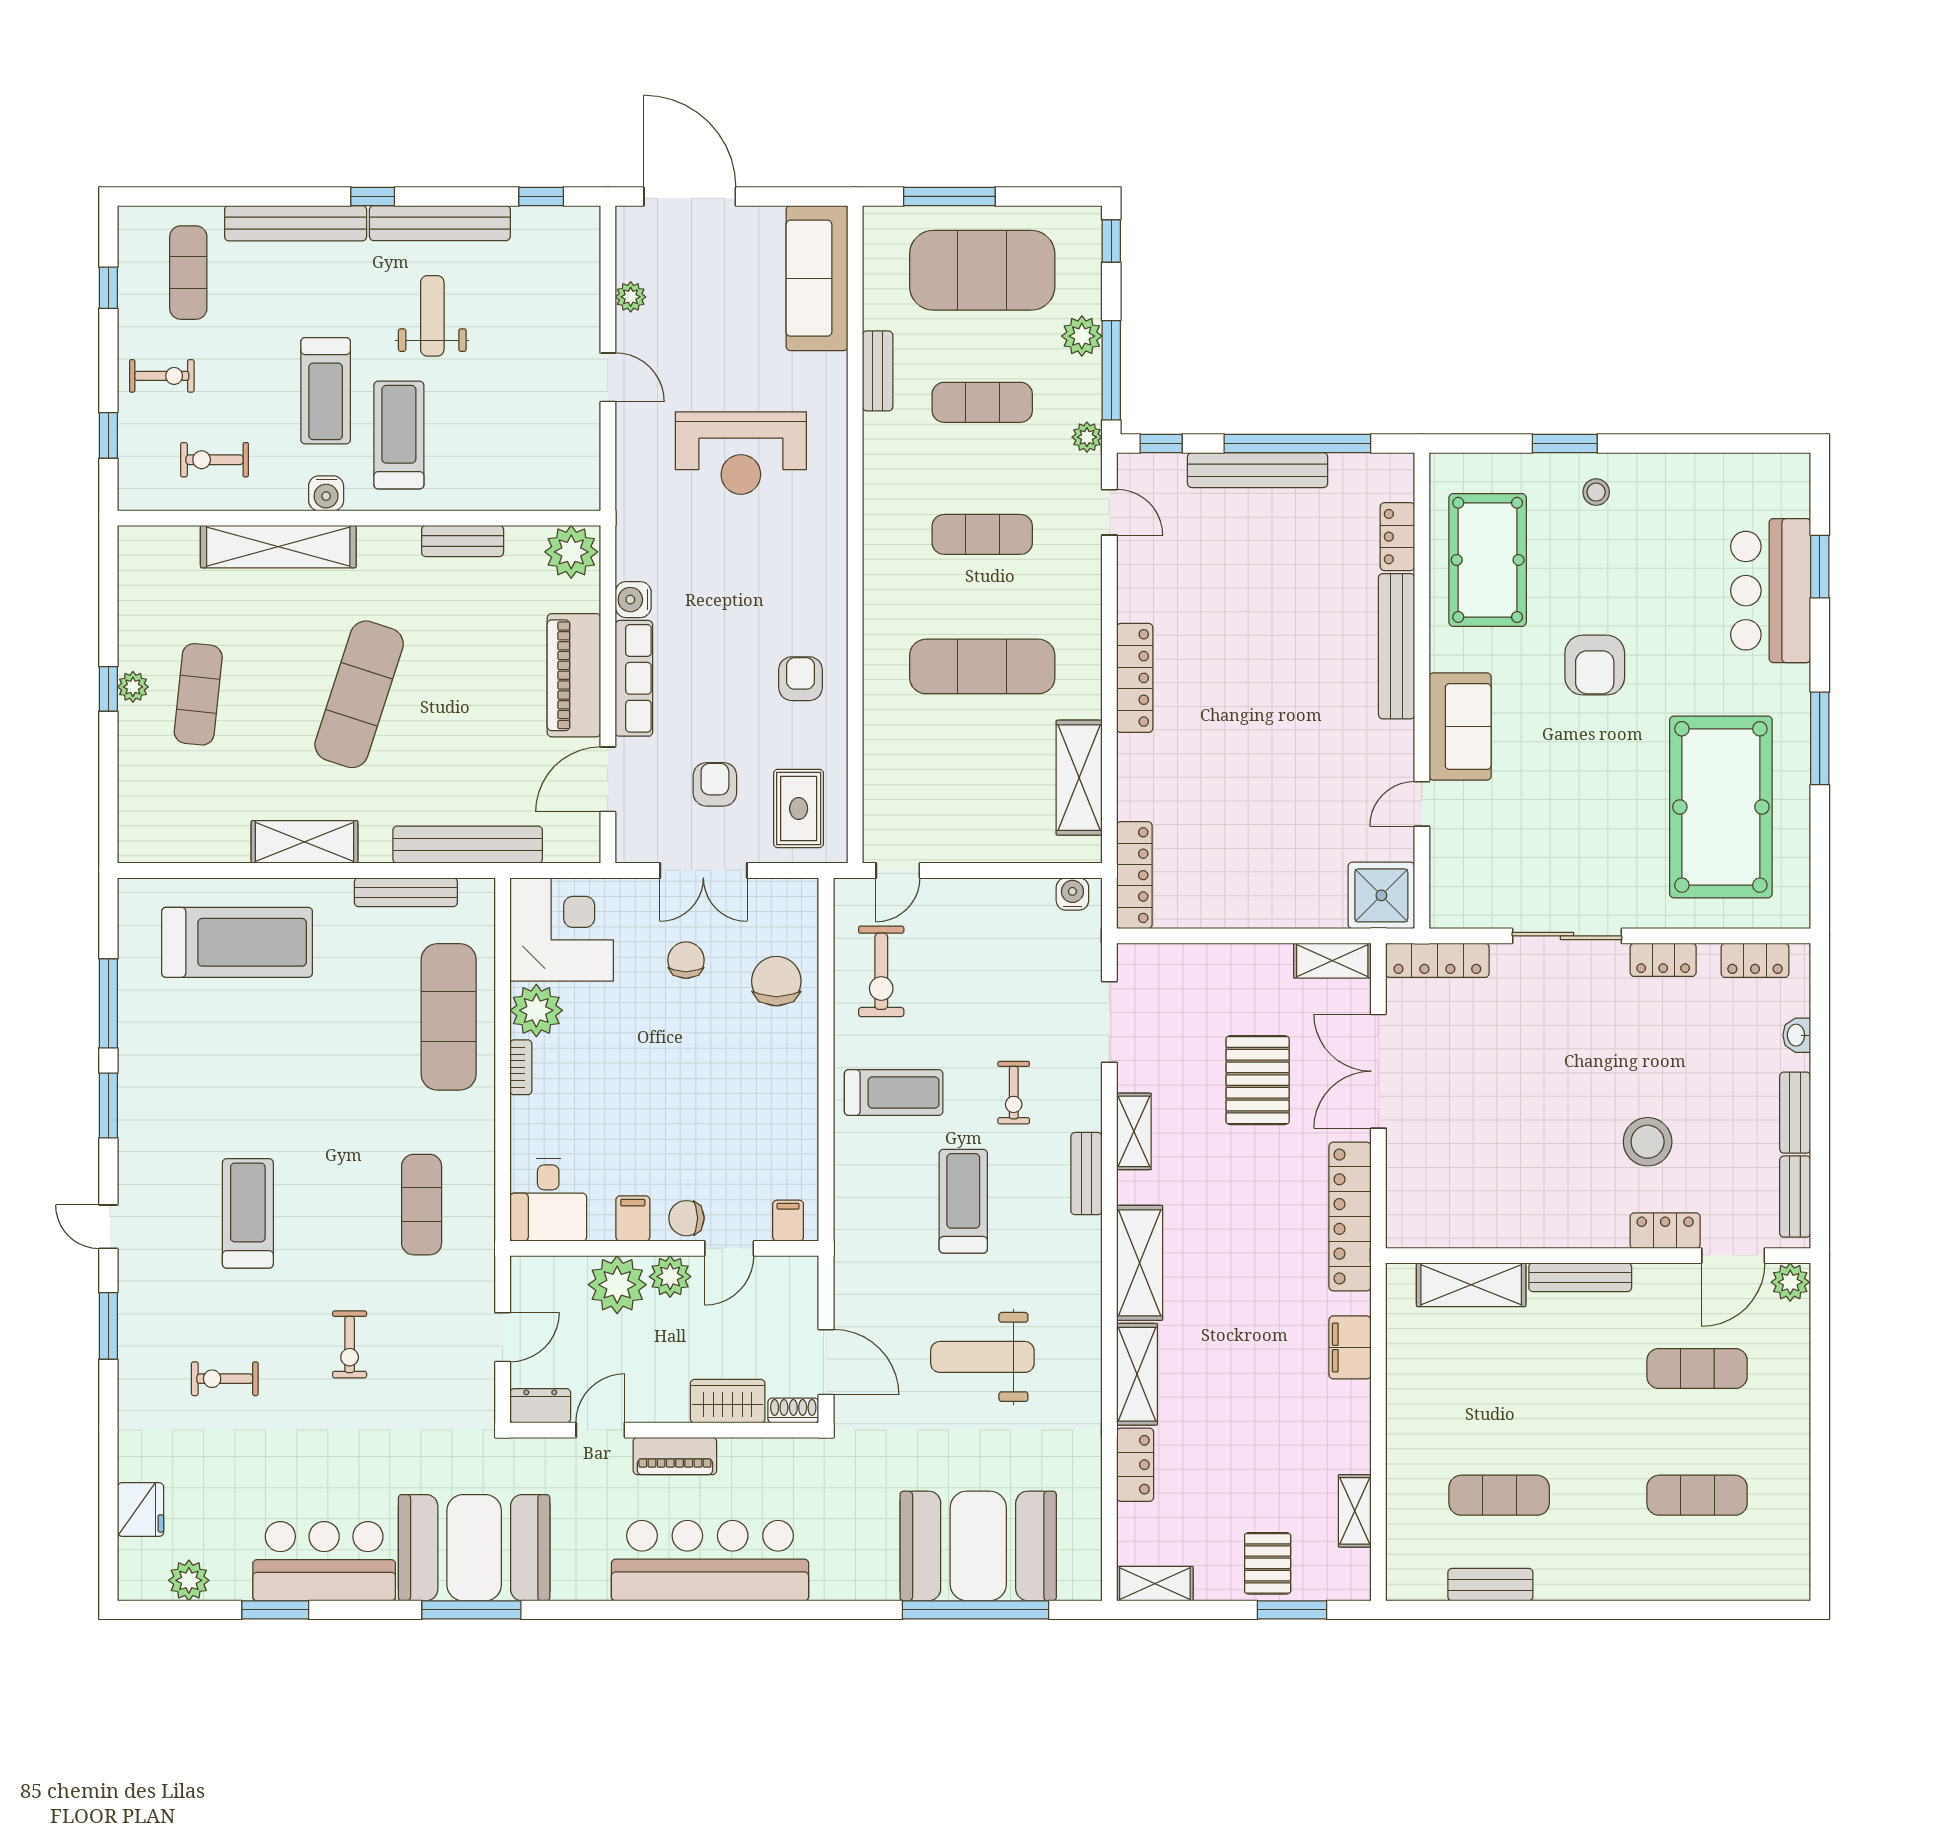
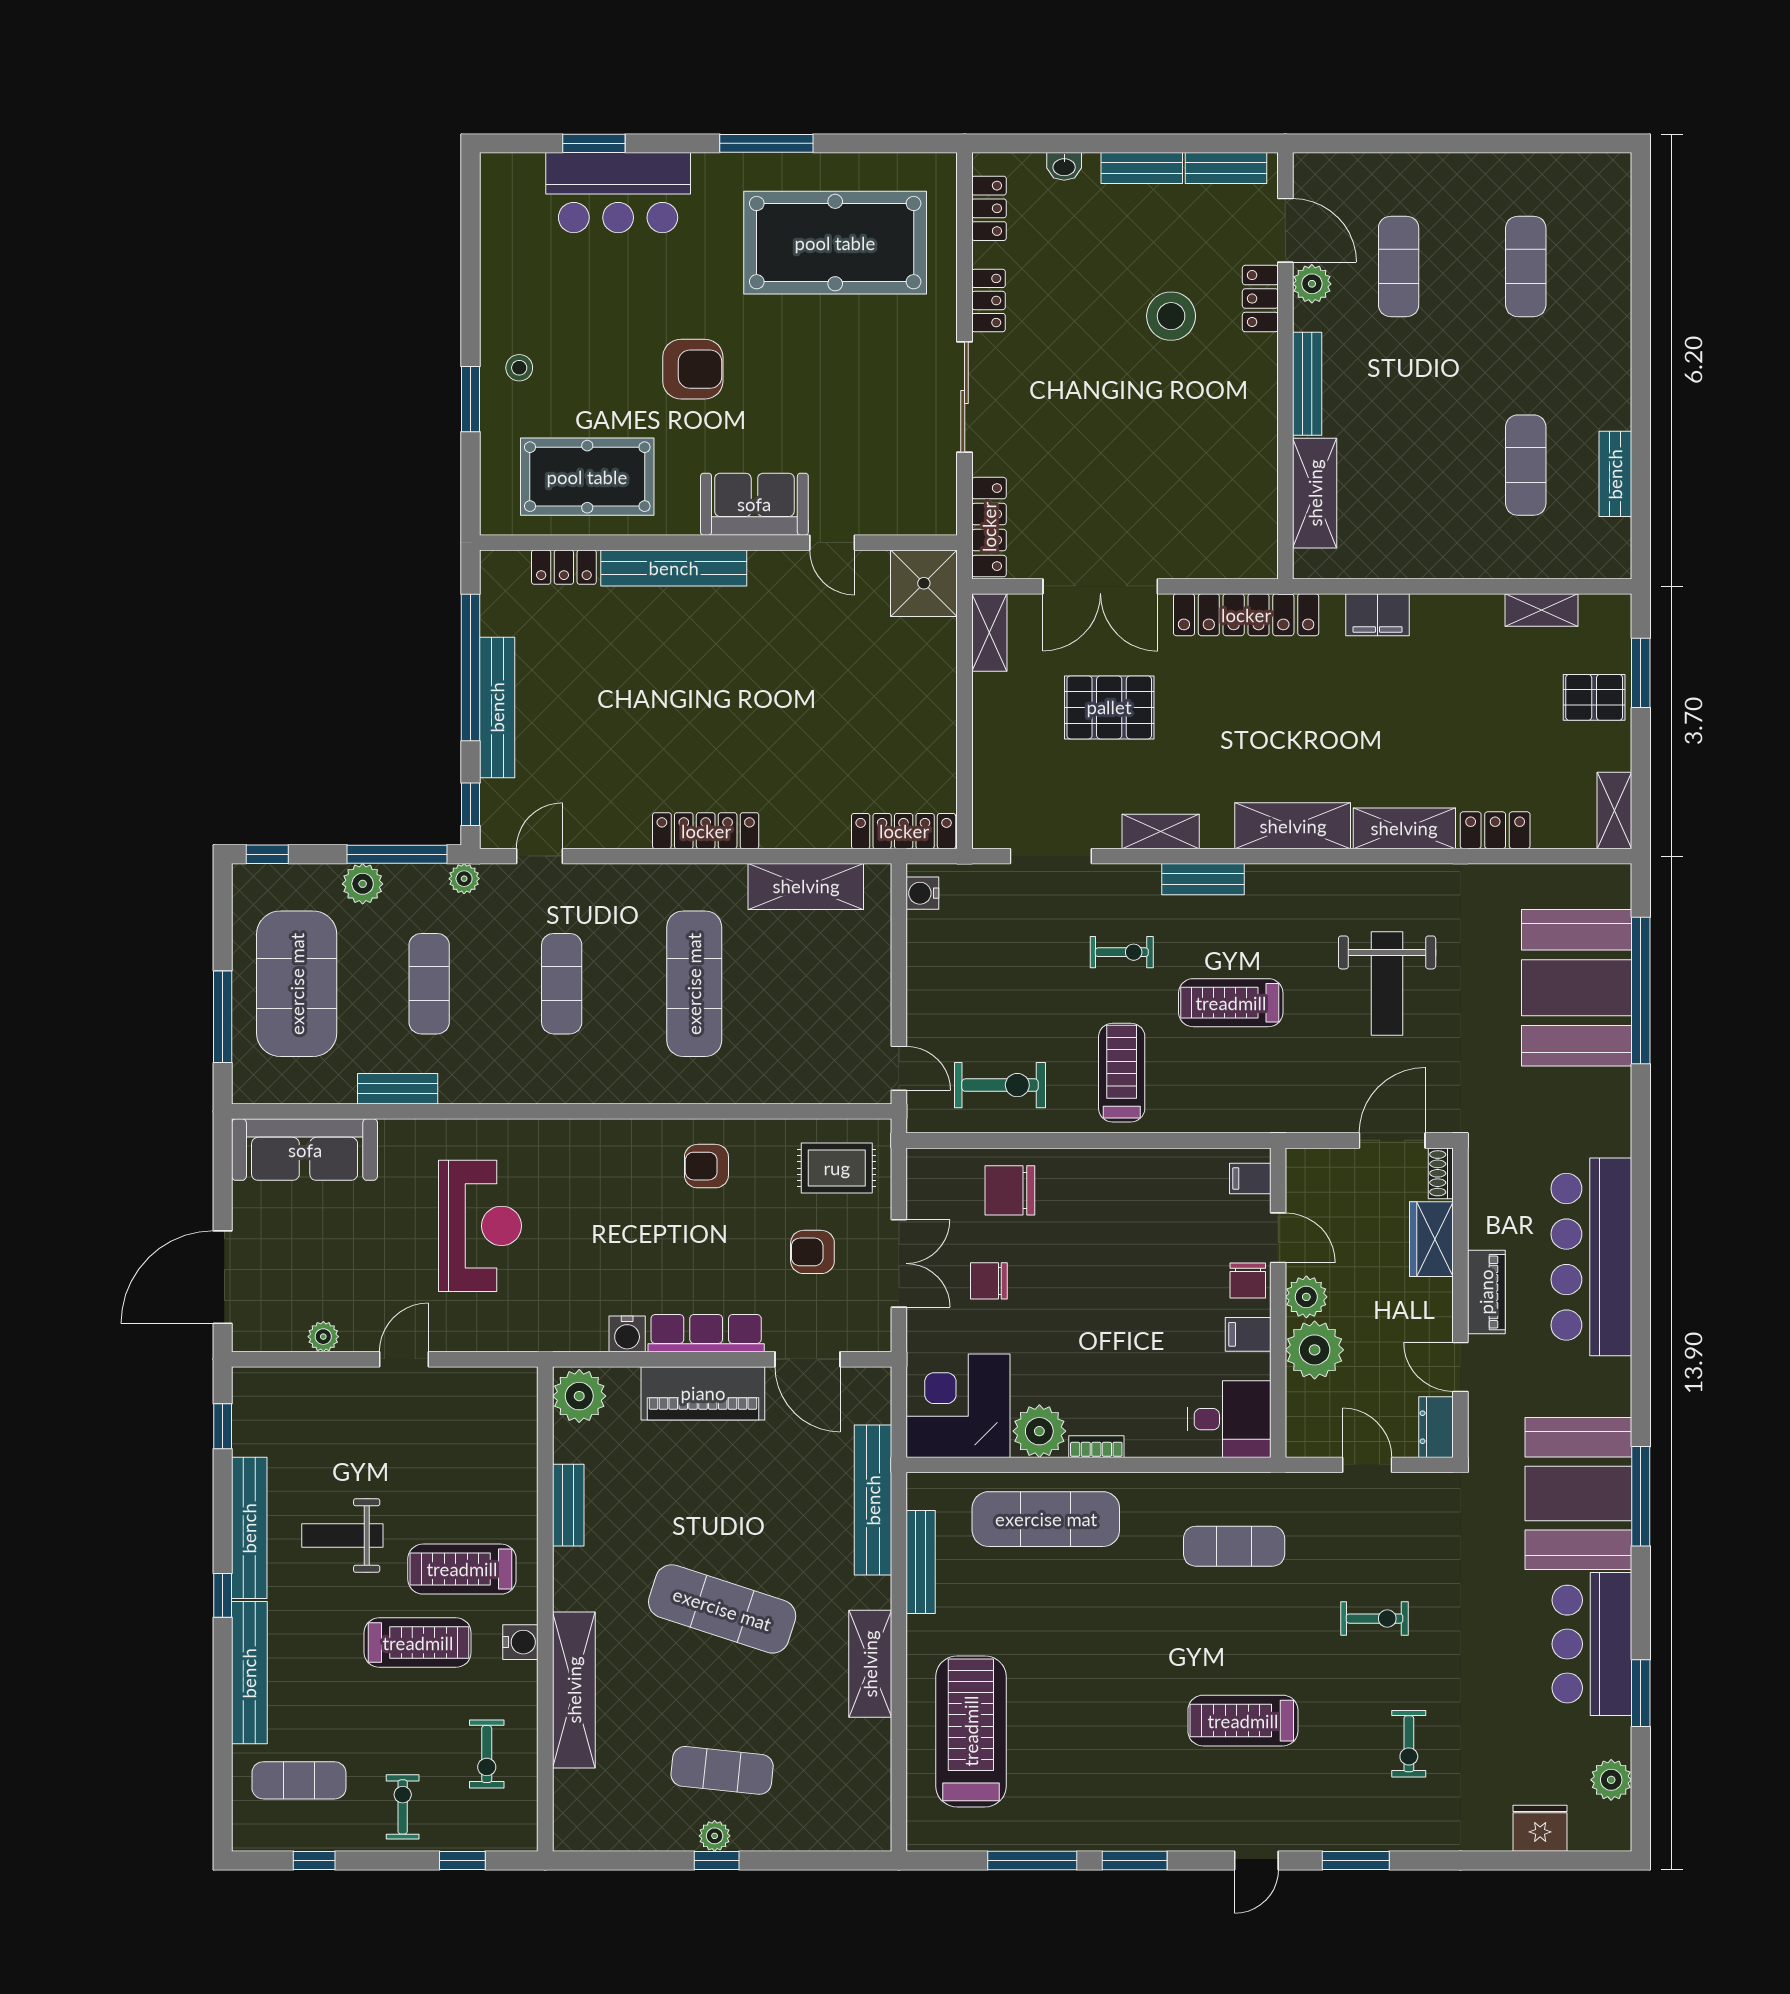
plant: (1790, 1282) -> (1312, 284), moved

